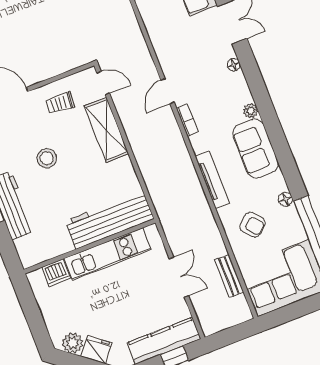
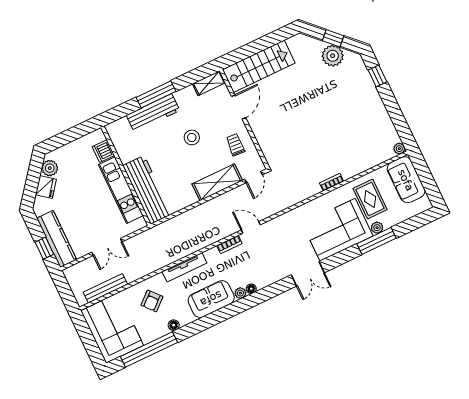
floor lamp: (234, 65) -> (251, 289), moved
bench: (229, 276) -> (105, 288), width x1.36

